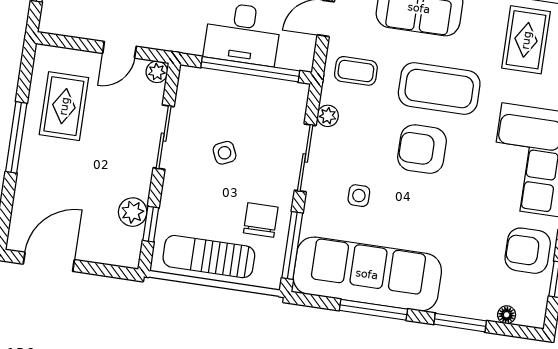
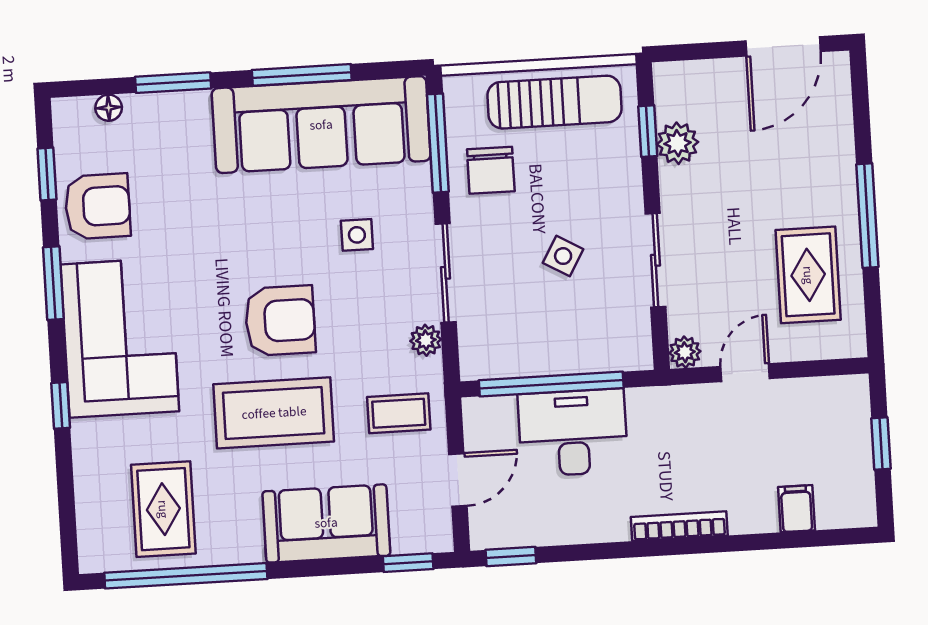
side table: (225, 153) -> (563, 256), turned -36

